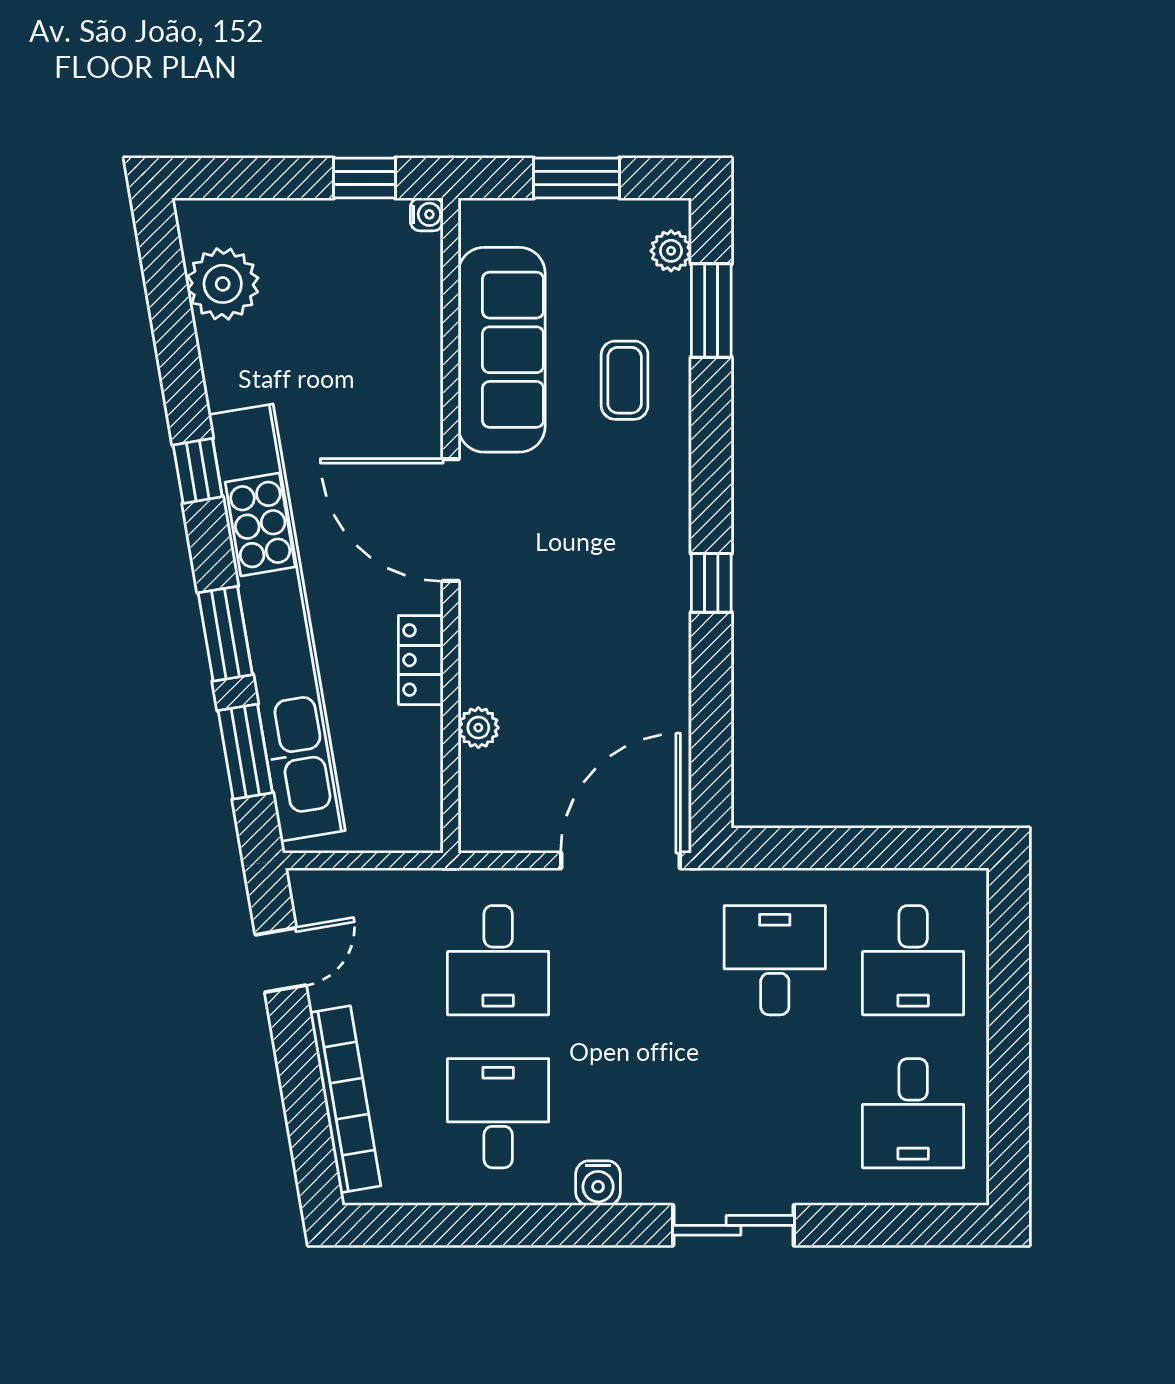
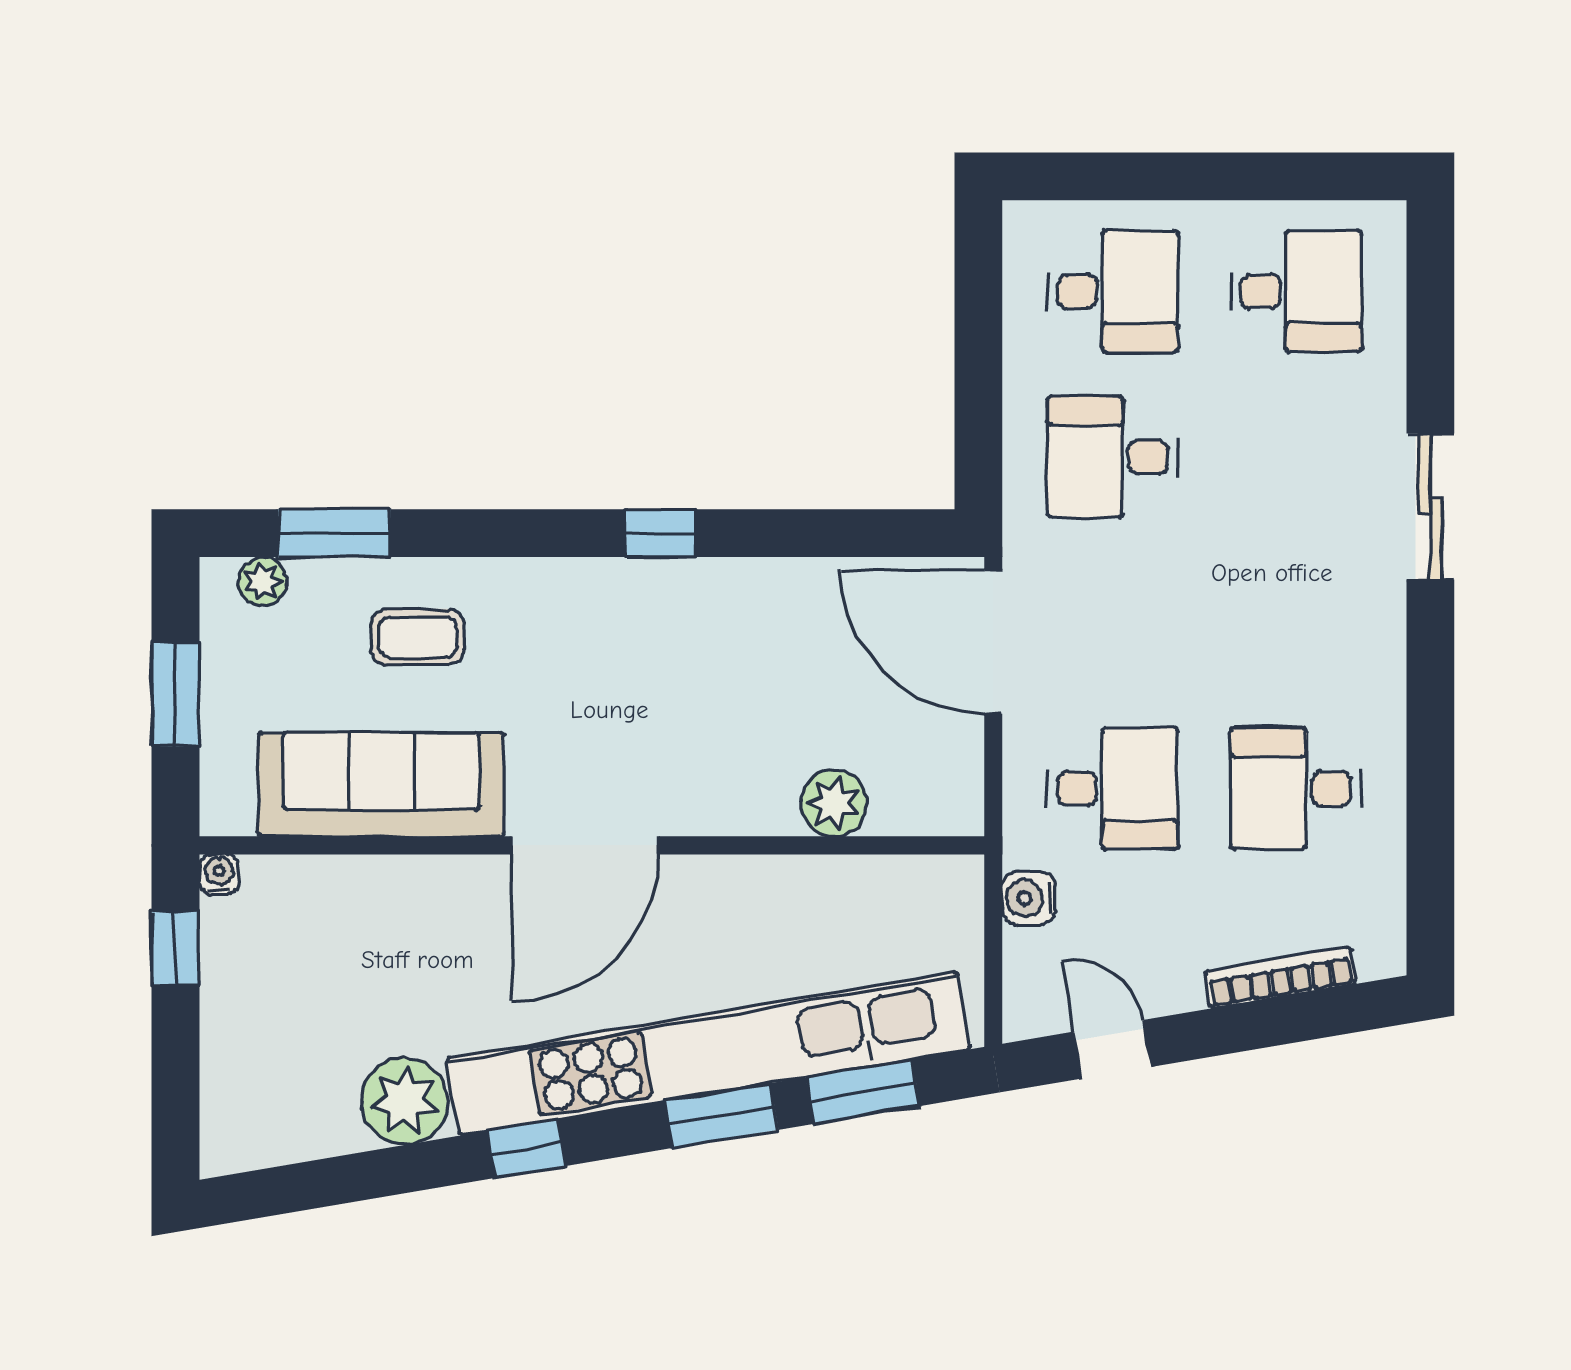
plant: (223, 284) -> (405, 1101), moved
locker: (421, 660) -> (753, 881), removed
plant: (478, 728) -> (834, 803), width x1.38, depth x1.38
bookcase: (345, 1099) -> (1280, 977), width x0.68, depth x0.76
water cooler: (598, 1183) -> (1029, 898), moved, turned 180

